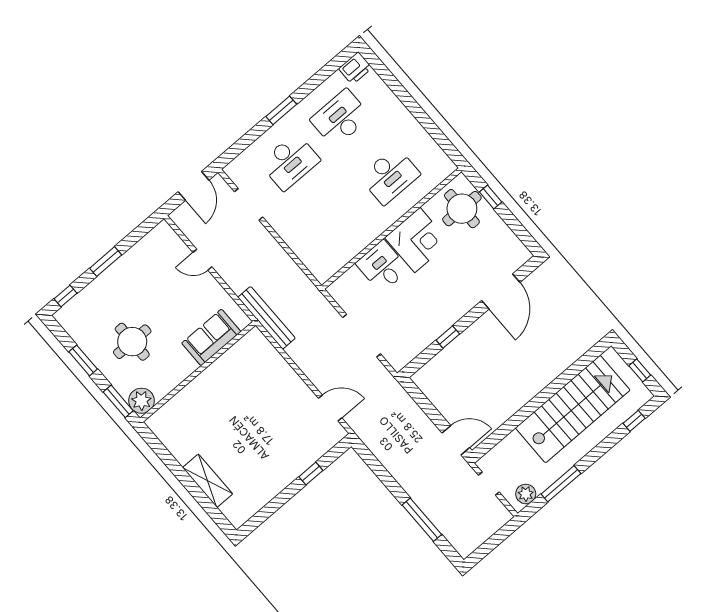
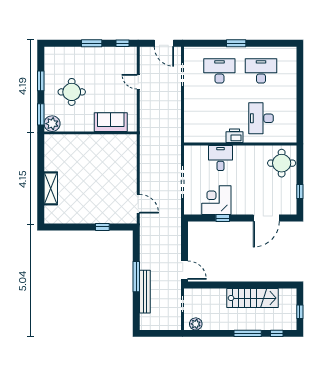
printer: (355, 68) -> (235, 136), moved, turned 180
desk: (290, 162) -> (219, 71), turned 180
desk: (390, 176) -> (261, 118), turned 90
door: (194, 186) -> (164, 43), hinge flipped
window: (491, 197) -> (300, 192), moved
corner desk: (417, 240) -> (216, 200), moved, turned 180
window: (66, 296) -> (123, 43), moved
bench: (267, 318) -> (145, 292), moved
stairs: (573, 409) -> (252, 298), width x0.73, depth x0.66
window: (561, 484) -> (248, 333), moved
window: (422, 520) -> (136, 277), moved

